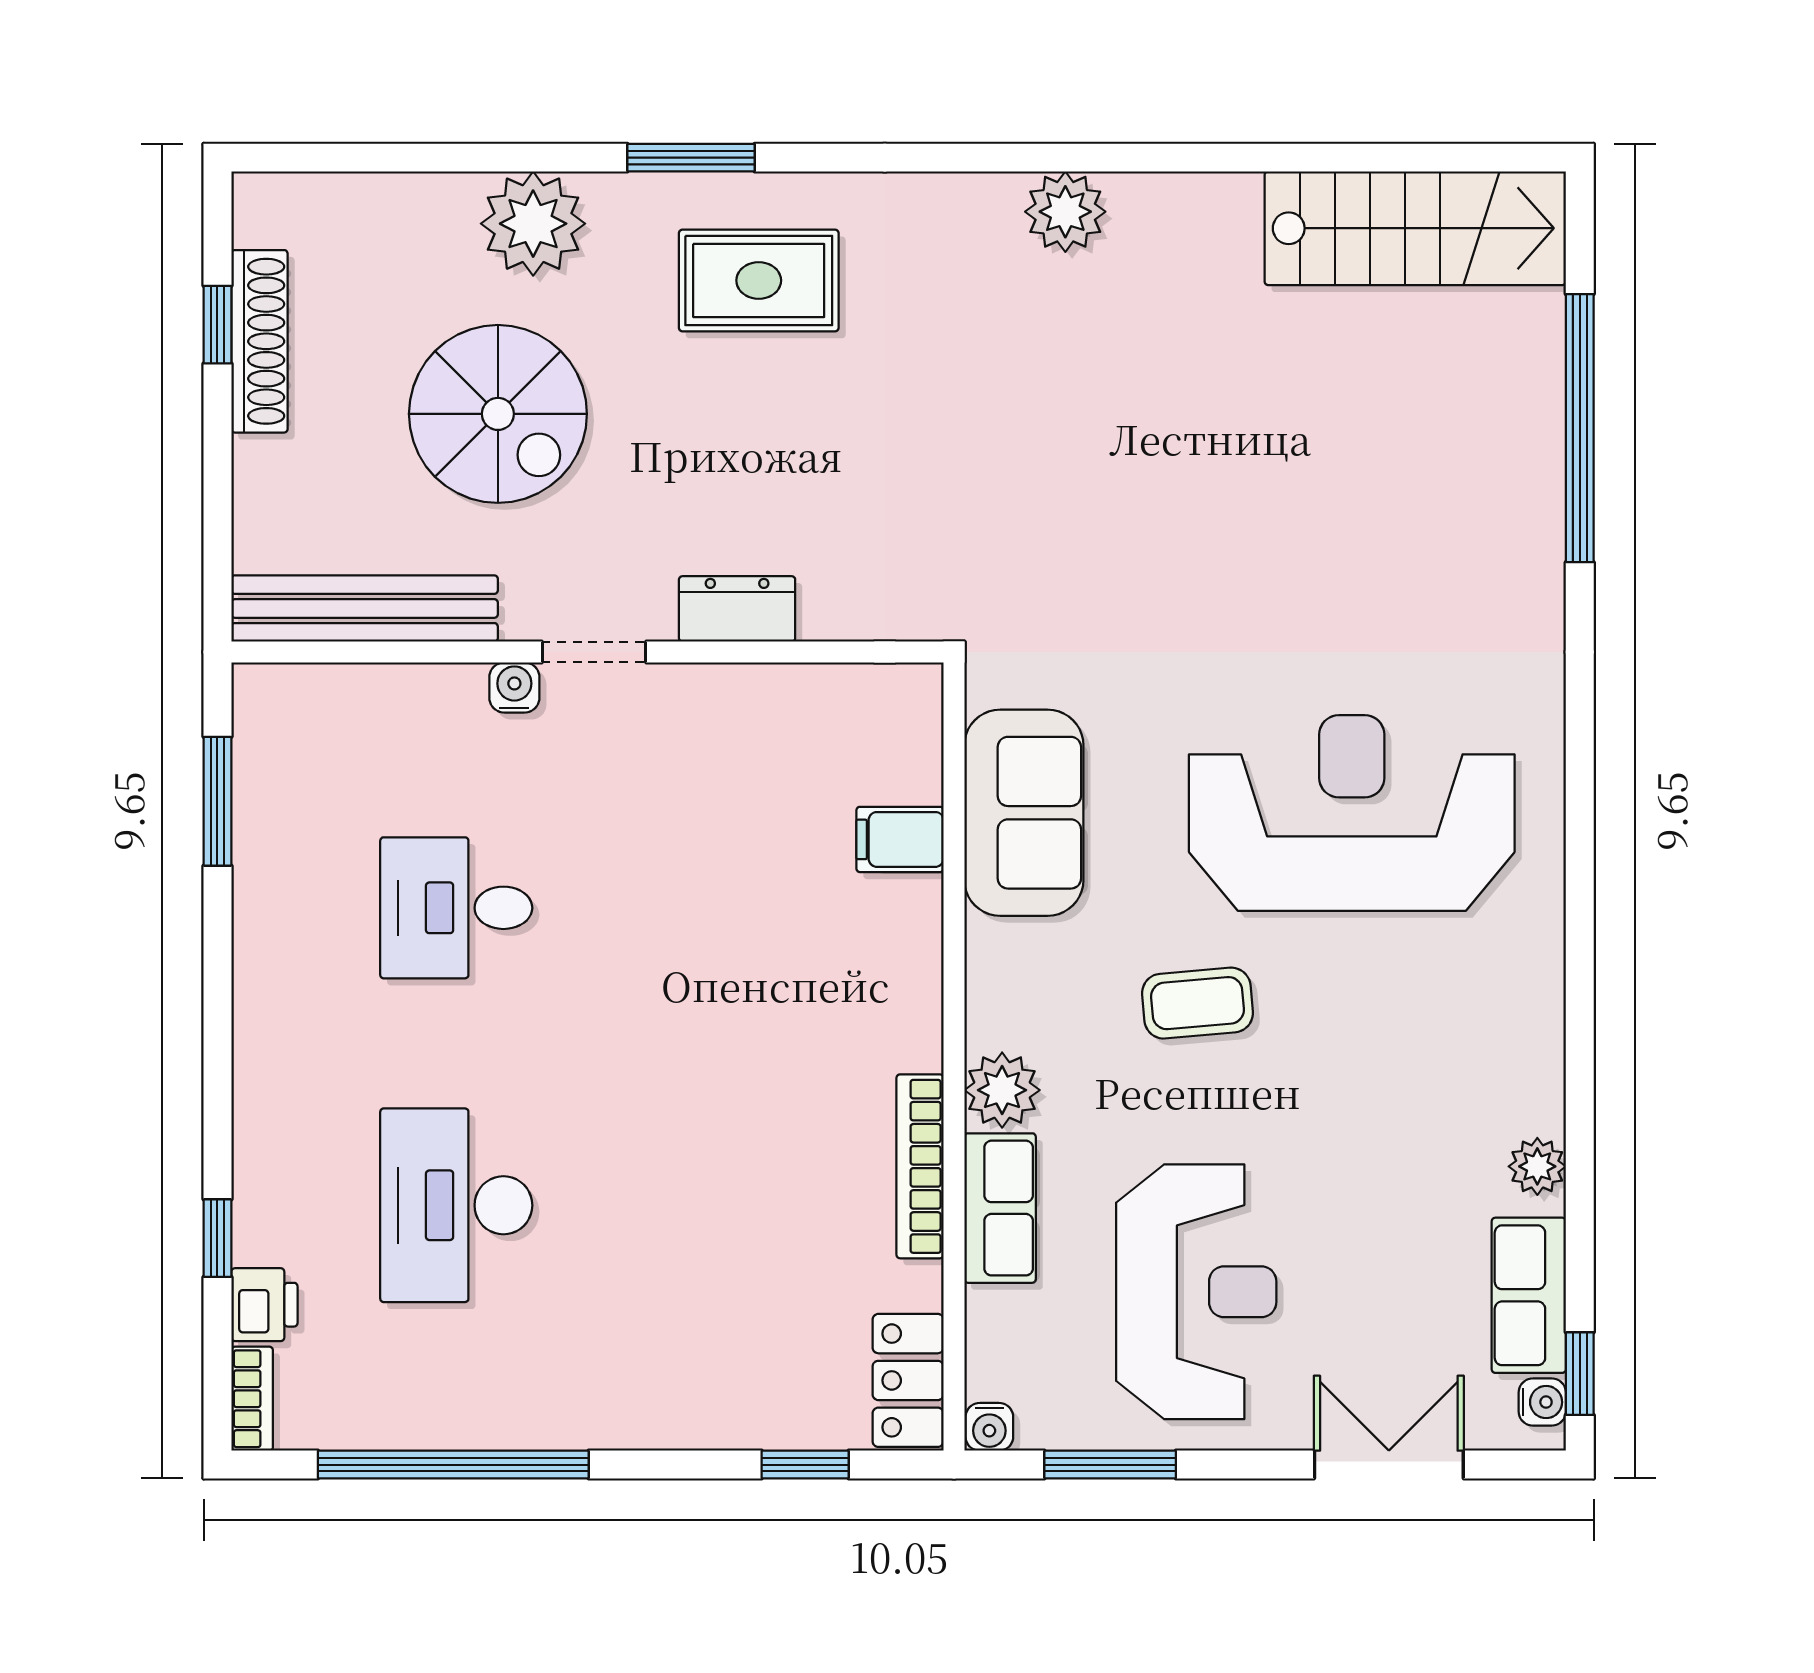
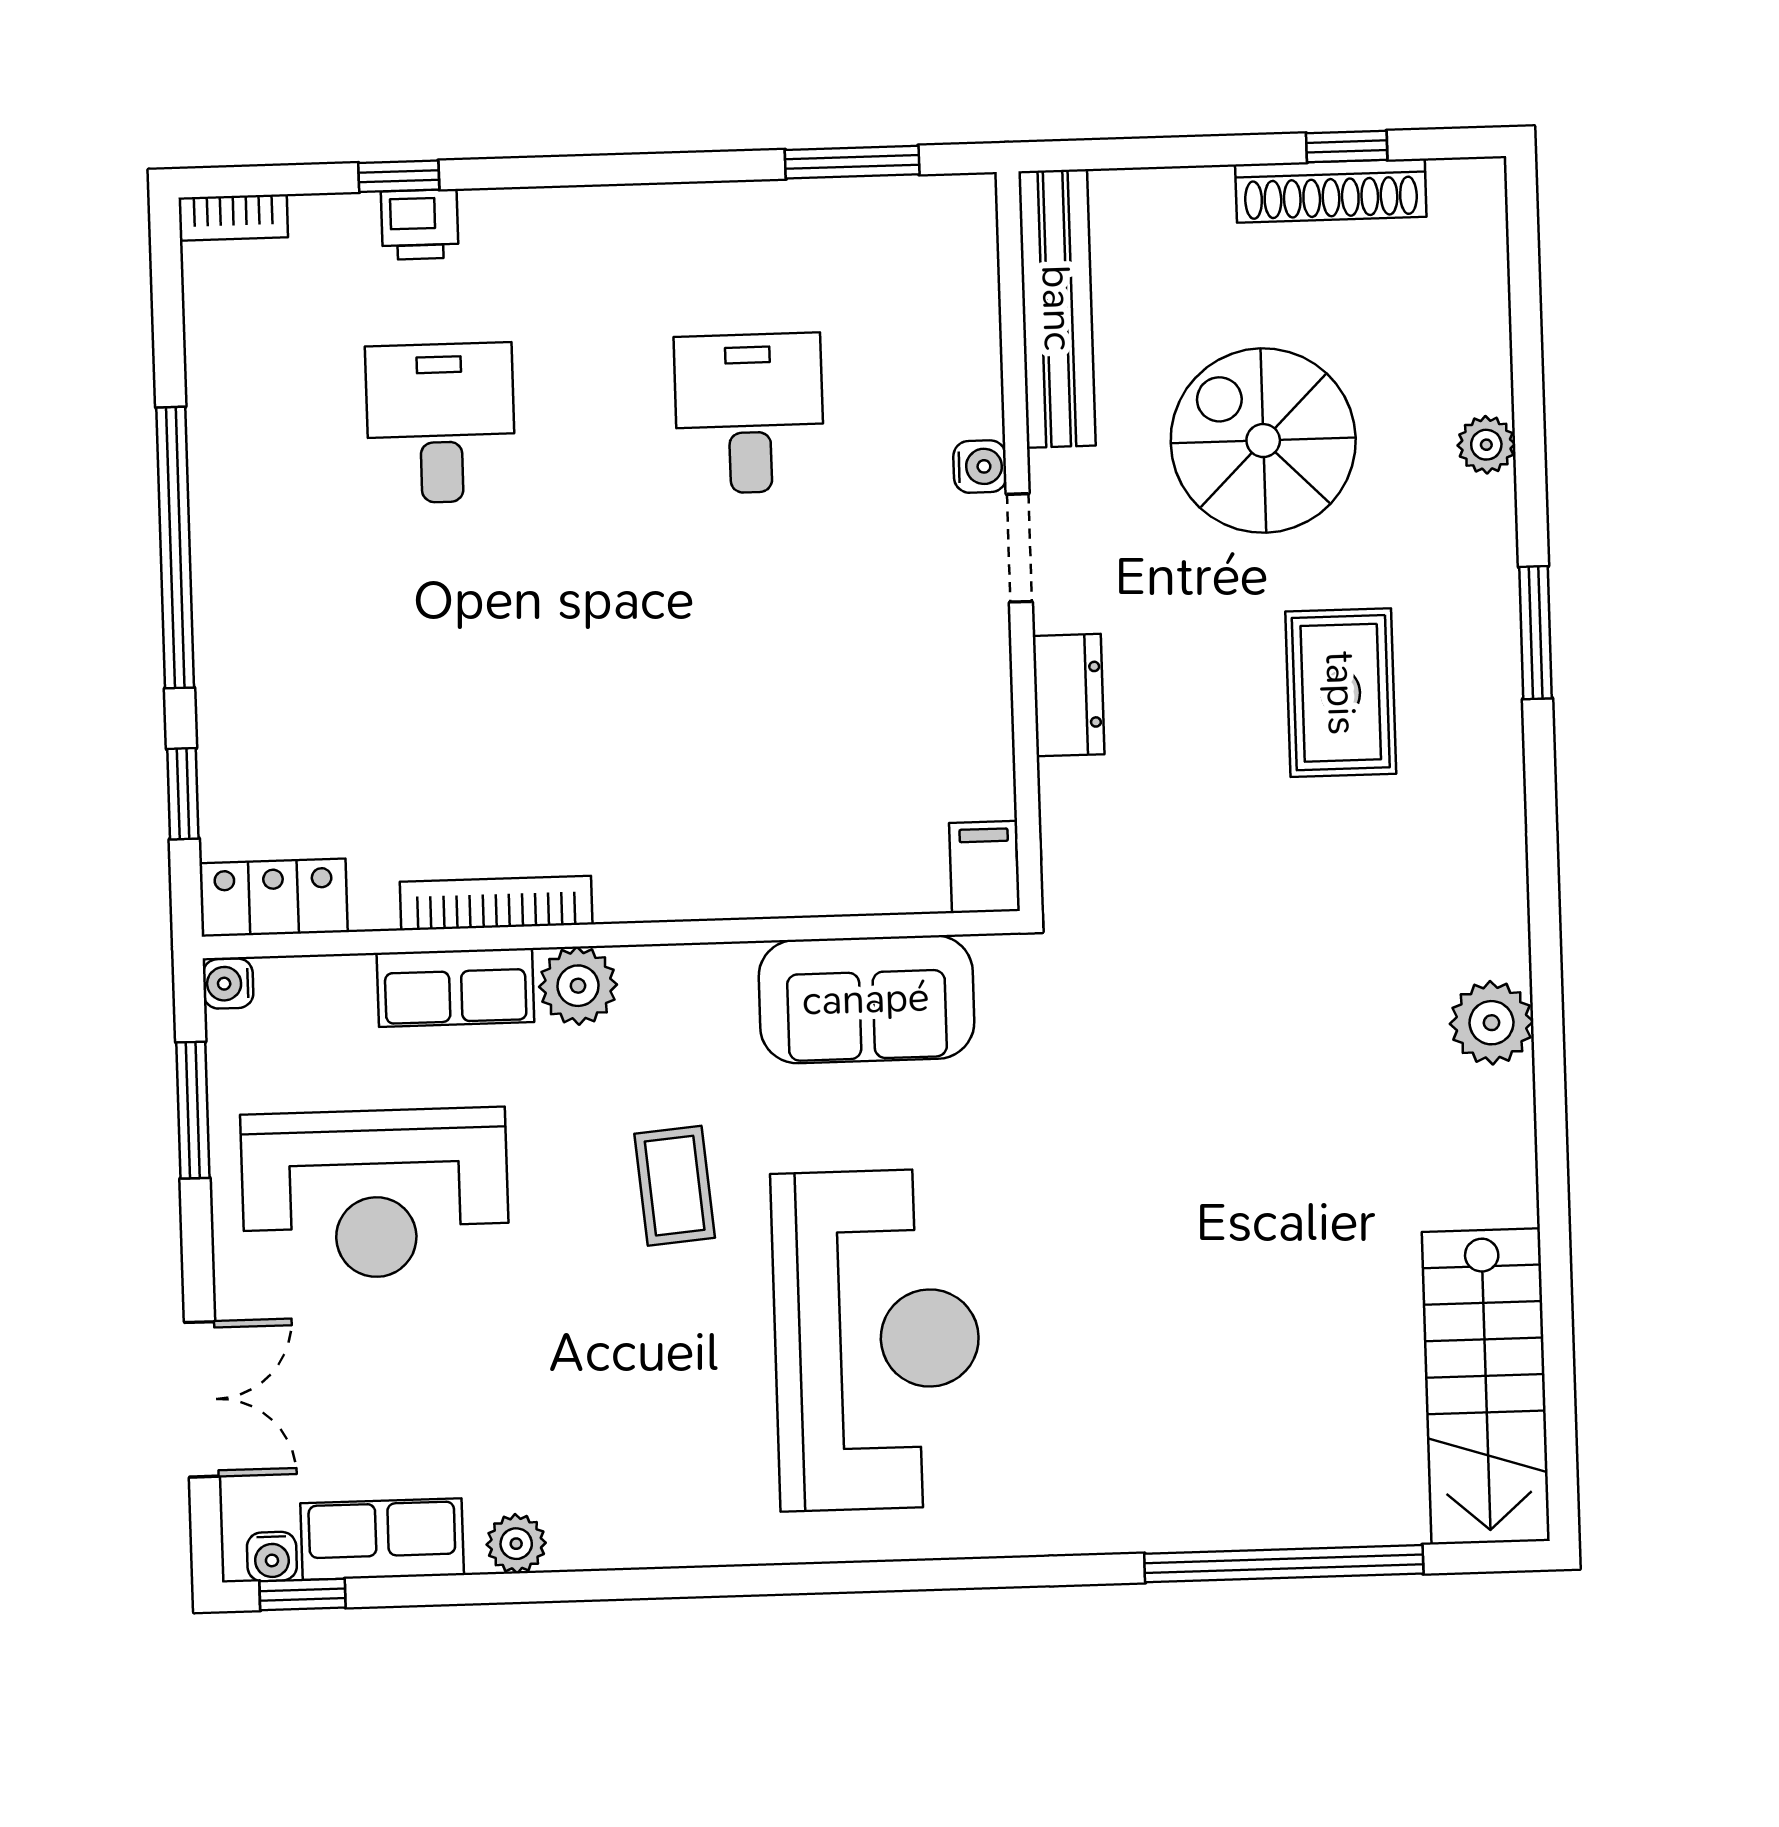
plant: (533, 224) -> (1486, 445), width x0.53, depth x0.53
rug: (759, 280) -> (1341, 693), moved
spiral stairs: (498, 414) -> (1263, 441), turned 90
filing cabinet: (900, 839) -> (985, 867), moved
desk: (456, 1205) -> (441, 423), width x0.73
printer: (264, 1305) -> (420, 224), moved
window: (453, 1465) -> (175, 548), moved

